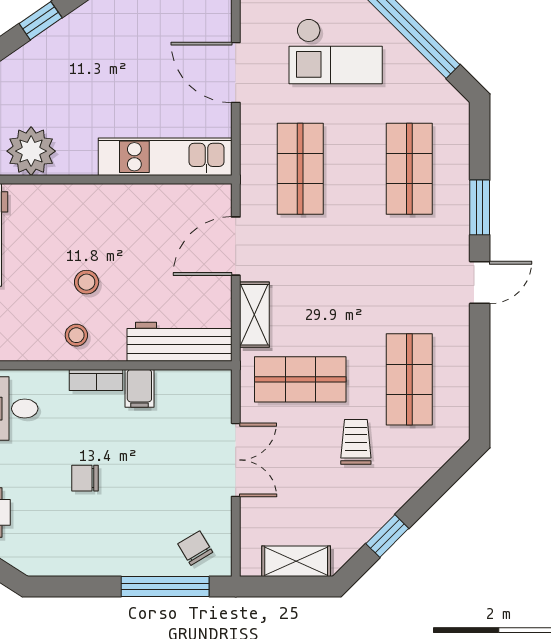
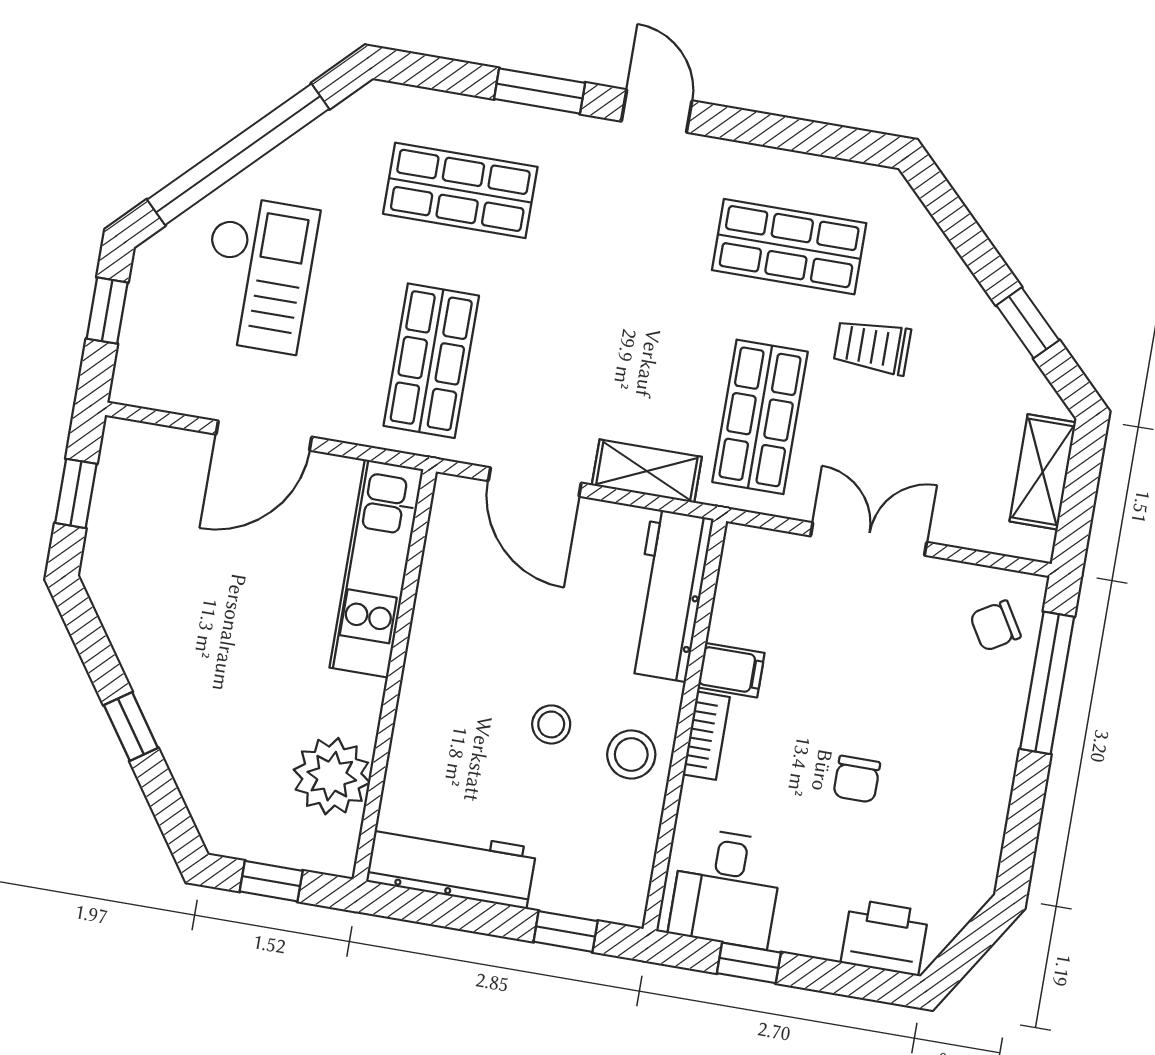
shop shelf: (300, 169) -> (431, 361), turned 90
stool: (76, 335) -> (631, 754), width x1.37, depth x1.37

